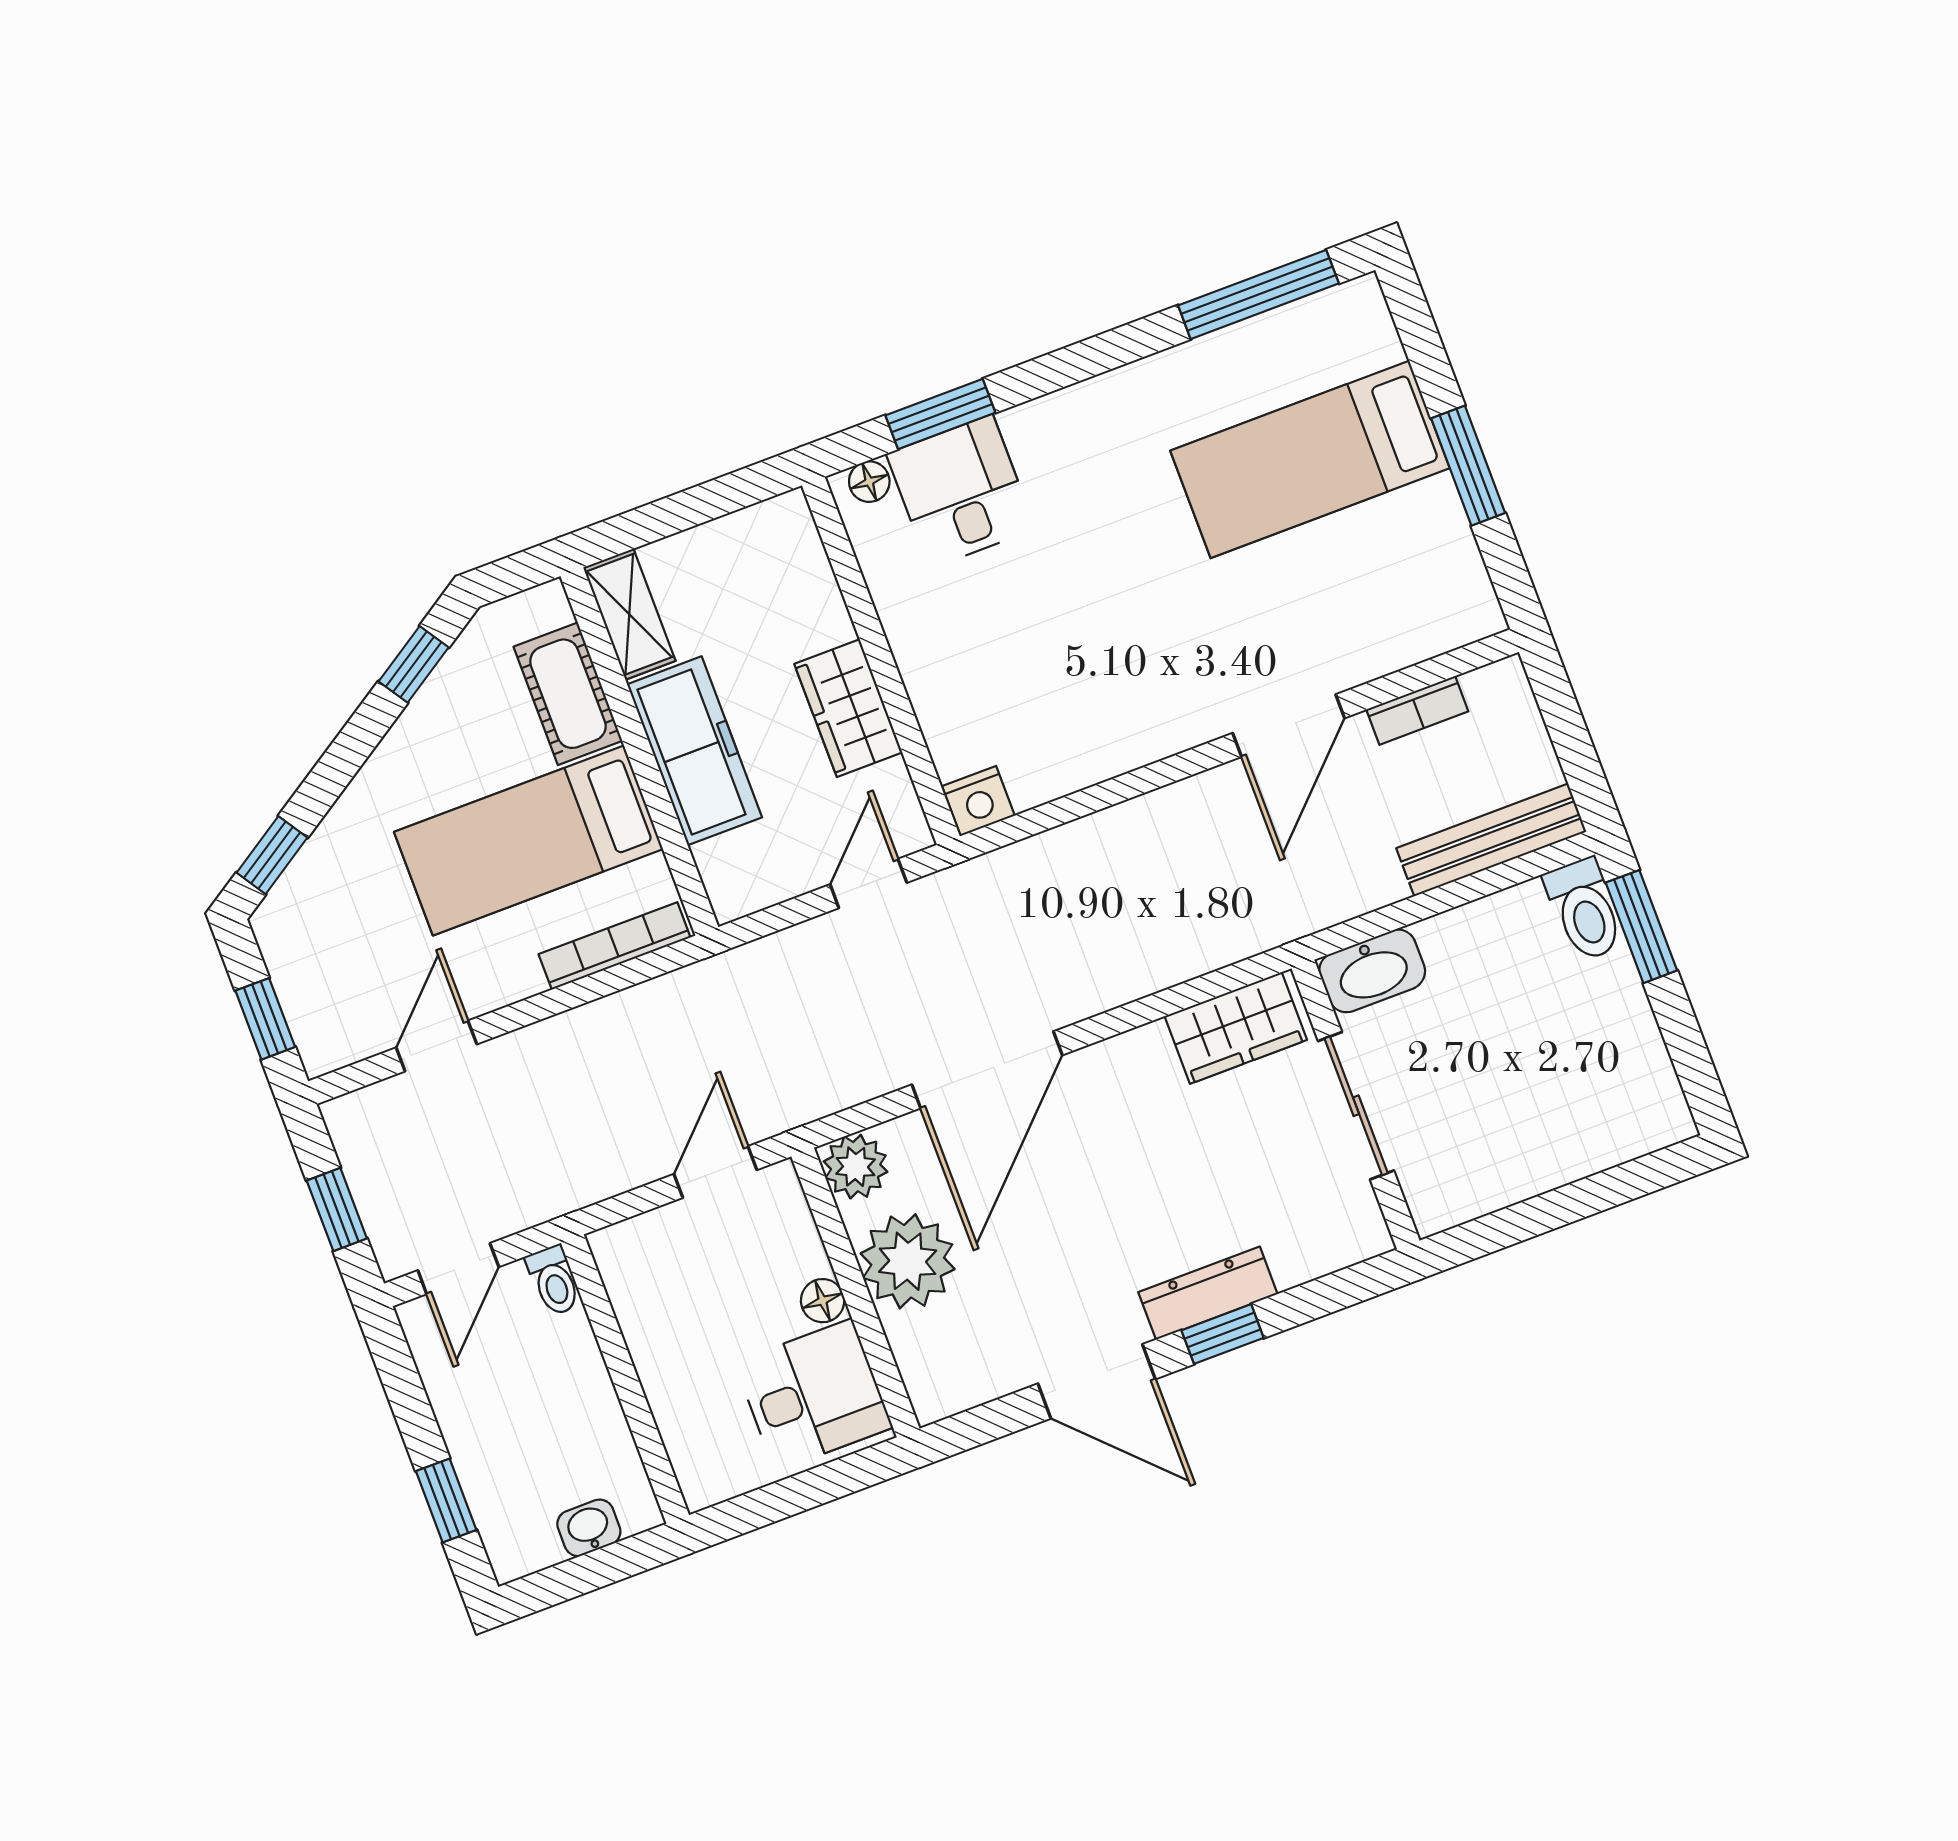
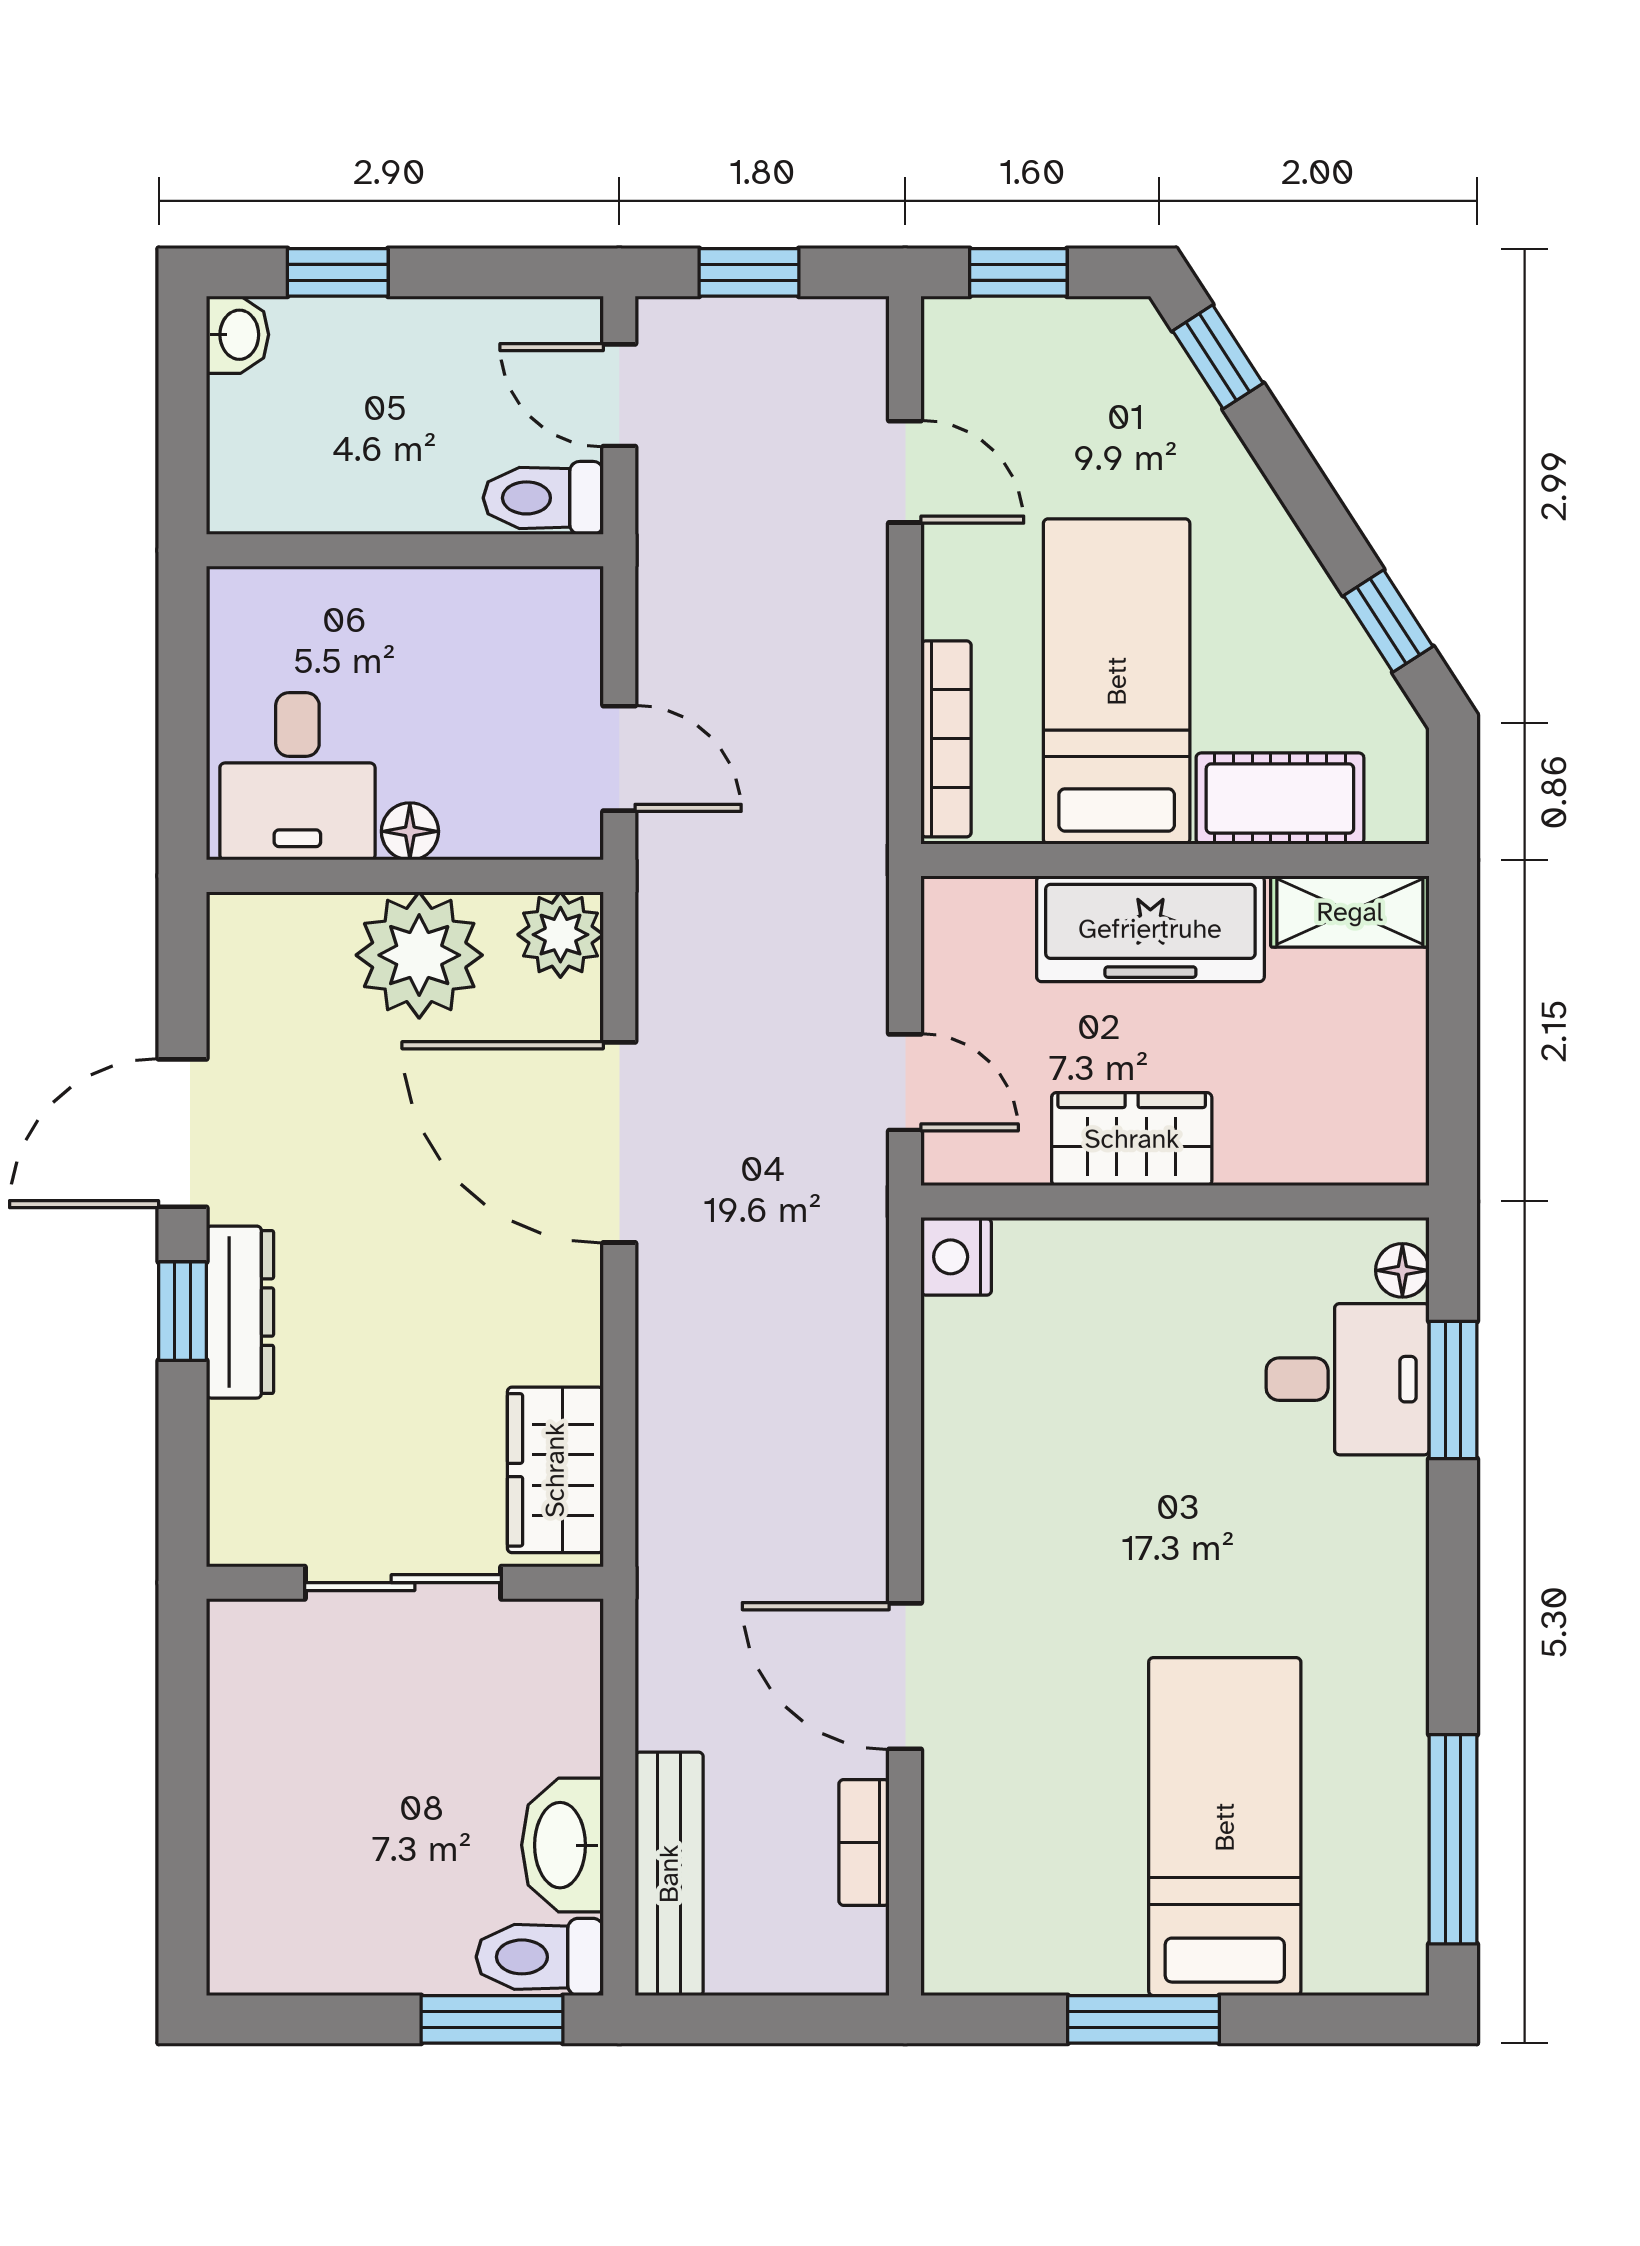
washbasin: (1372, 971) -> (562, 1845), moved
toilet: (554, 1281) -> (543, 498), width x1.37, depth x1.39
washbasin: (589, 1528) -> (237, 335), moved

